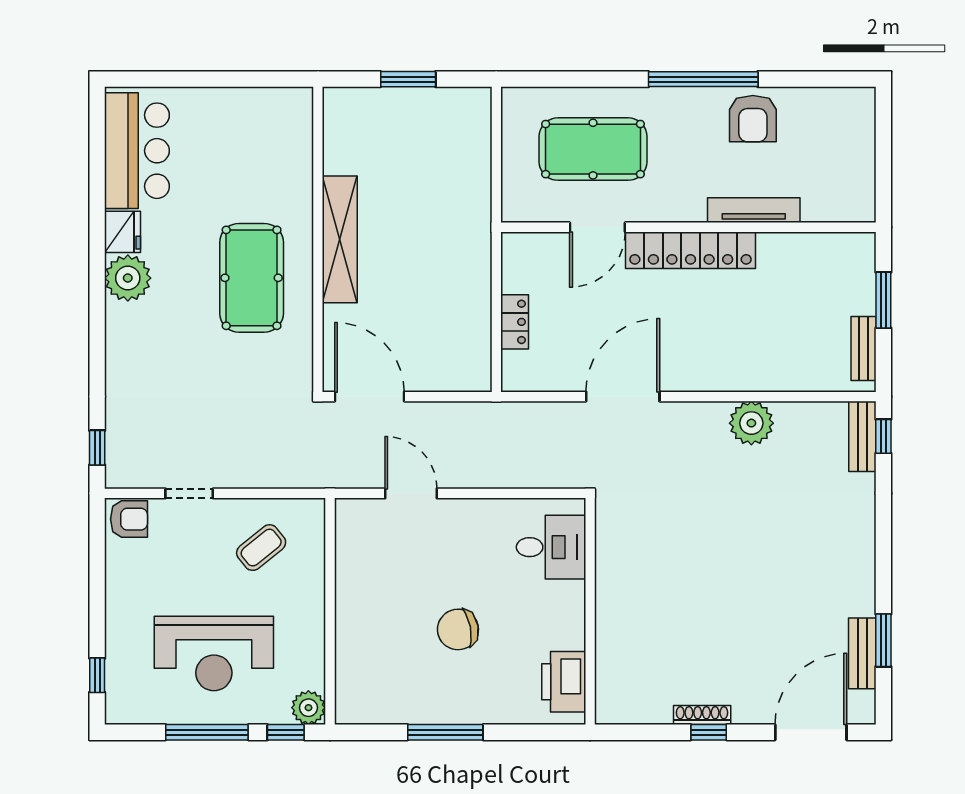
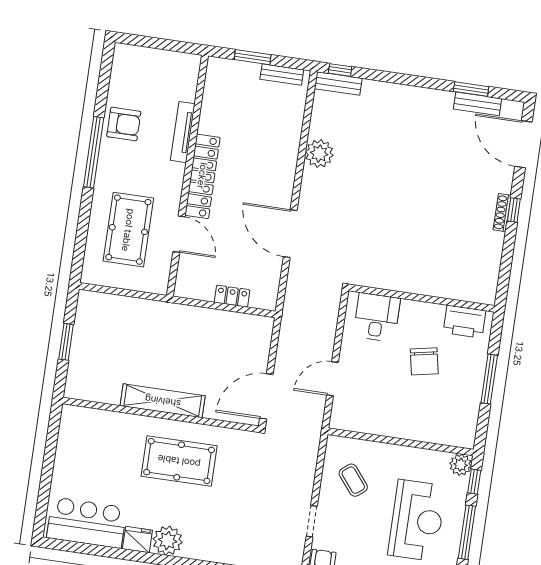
desk: (551, 547) -> (377, 317), moved
wall: (590, 611) -> (422, 298), moved
printer: (564, 682) -> (464, 322), moved

